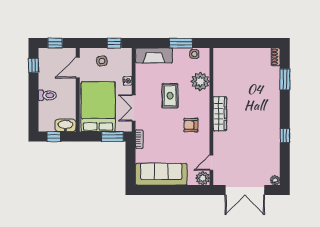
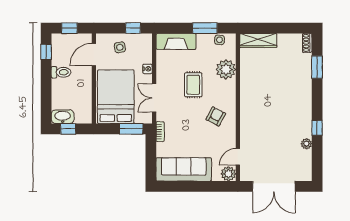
toilet: (47, 95) -> (61, 72), moved
wardrobe: (220, 114) -> (258, 40), moved, turned 90
washbasin: (65, 125) -> (63, 117), moved
armchair: (191, 125) -> (216, 116), turned 118
plant: (275, 180) -> (306, 144), moved

